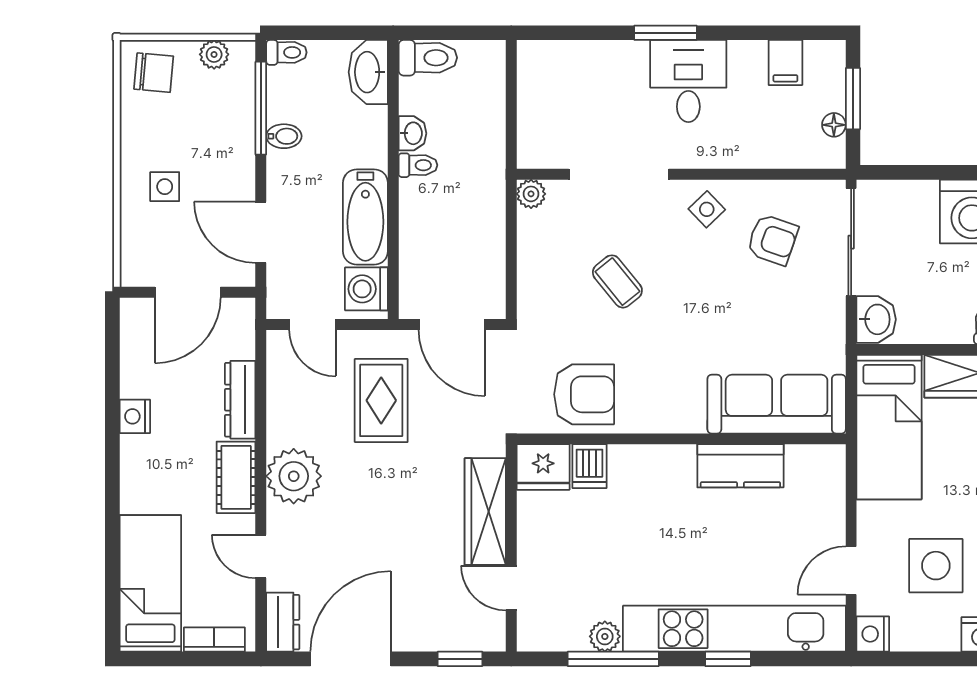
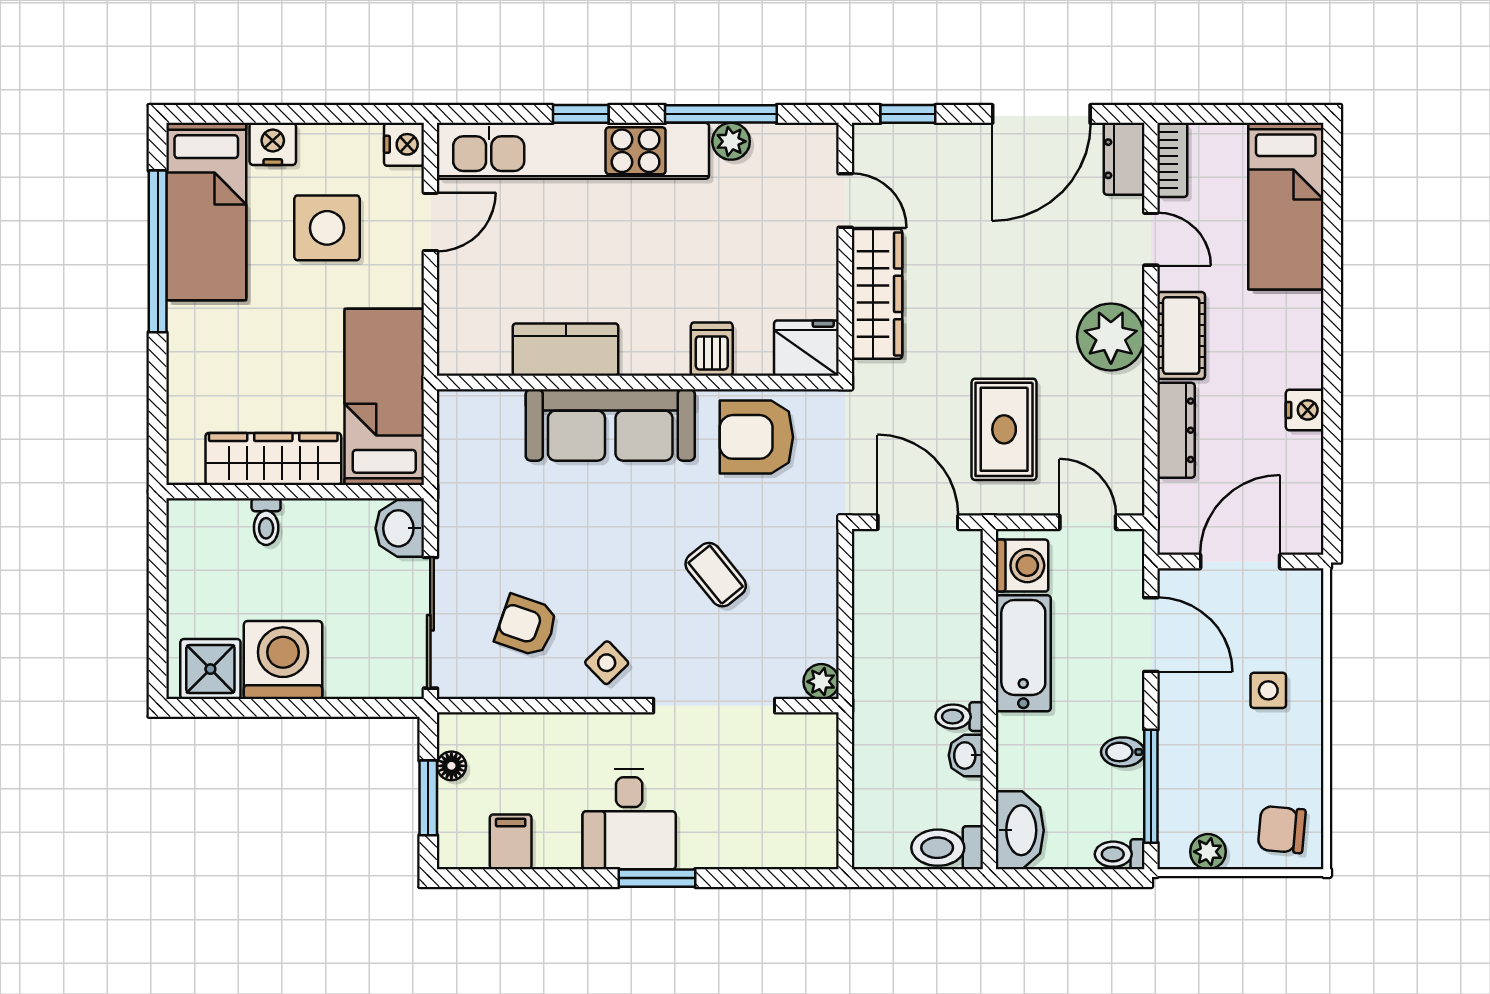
sofa: (777, 404) -> (610, 425), moved
dishwasher: (589, 466) -> (712, 349), moved
bookcase: (214, 640) -> (1172, 160), moved, turned -90

